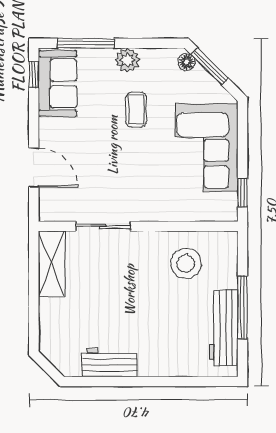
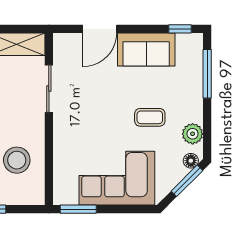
plant: (128, 60) -> (193, 134), moved
sofa: (58, 83) -> (146, 49), moved
window: (242, 192) -> (78, 209), width x1.50

